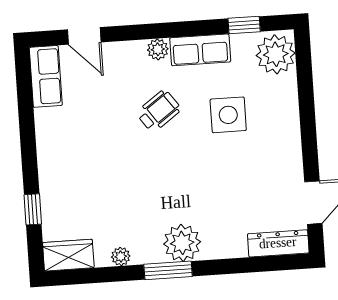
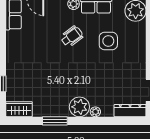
plant: (121, 256) -> (95, 112), moved
window: (168, 270) -> (55, 121), moved

